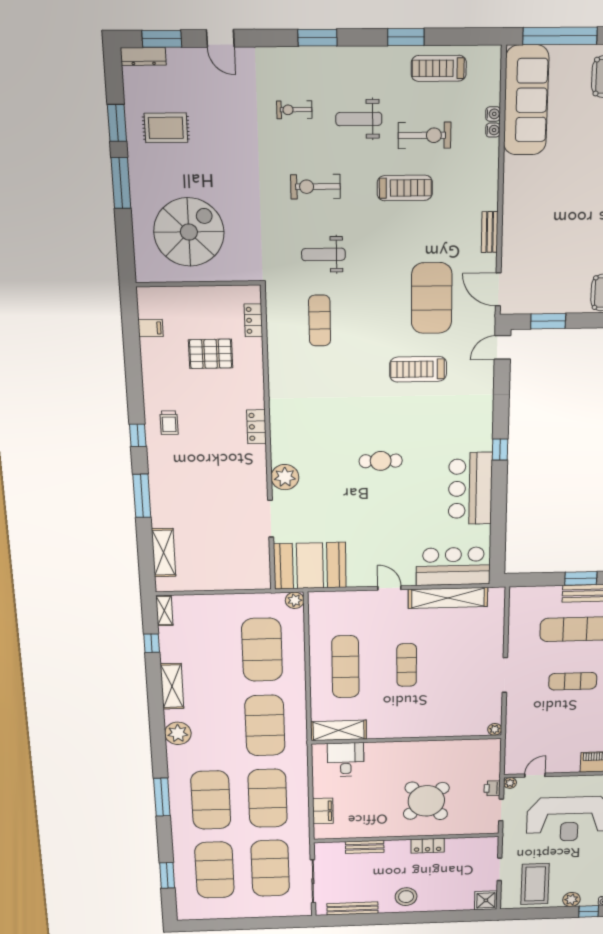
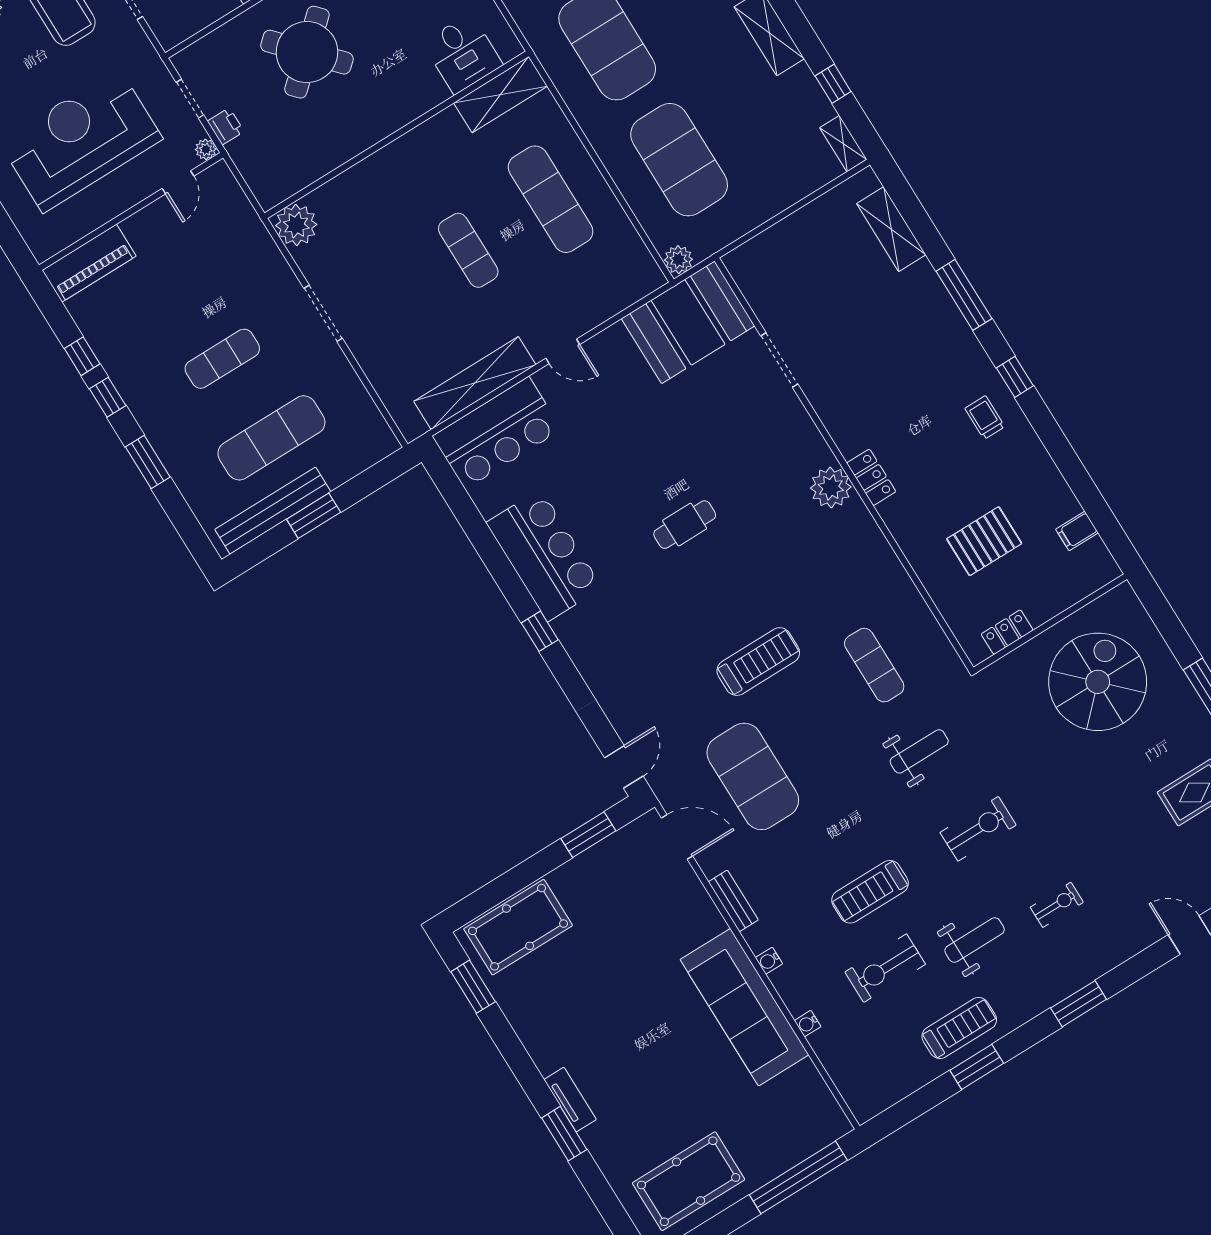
treadmill: (439, 68) -> (959, 1028), moved
sofa: (526, 100) -> (744, 1007), moved
water cooler: (493, 114) -> (769, 961), moved
spiral stairs: (189, 232) -> (1098, 682), turned 180
locker: (253, 320) -> (1007, 632), moved, turned -90
treadmill: (418, 369) -> (758, 662), moved
plant: (285, 477) -> (831, 487), moved
plant: (495, 729) -> (296, 225), width x1.87, depth x1.87

